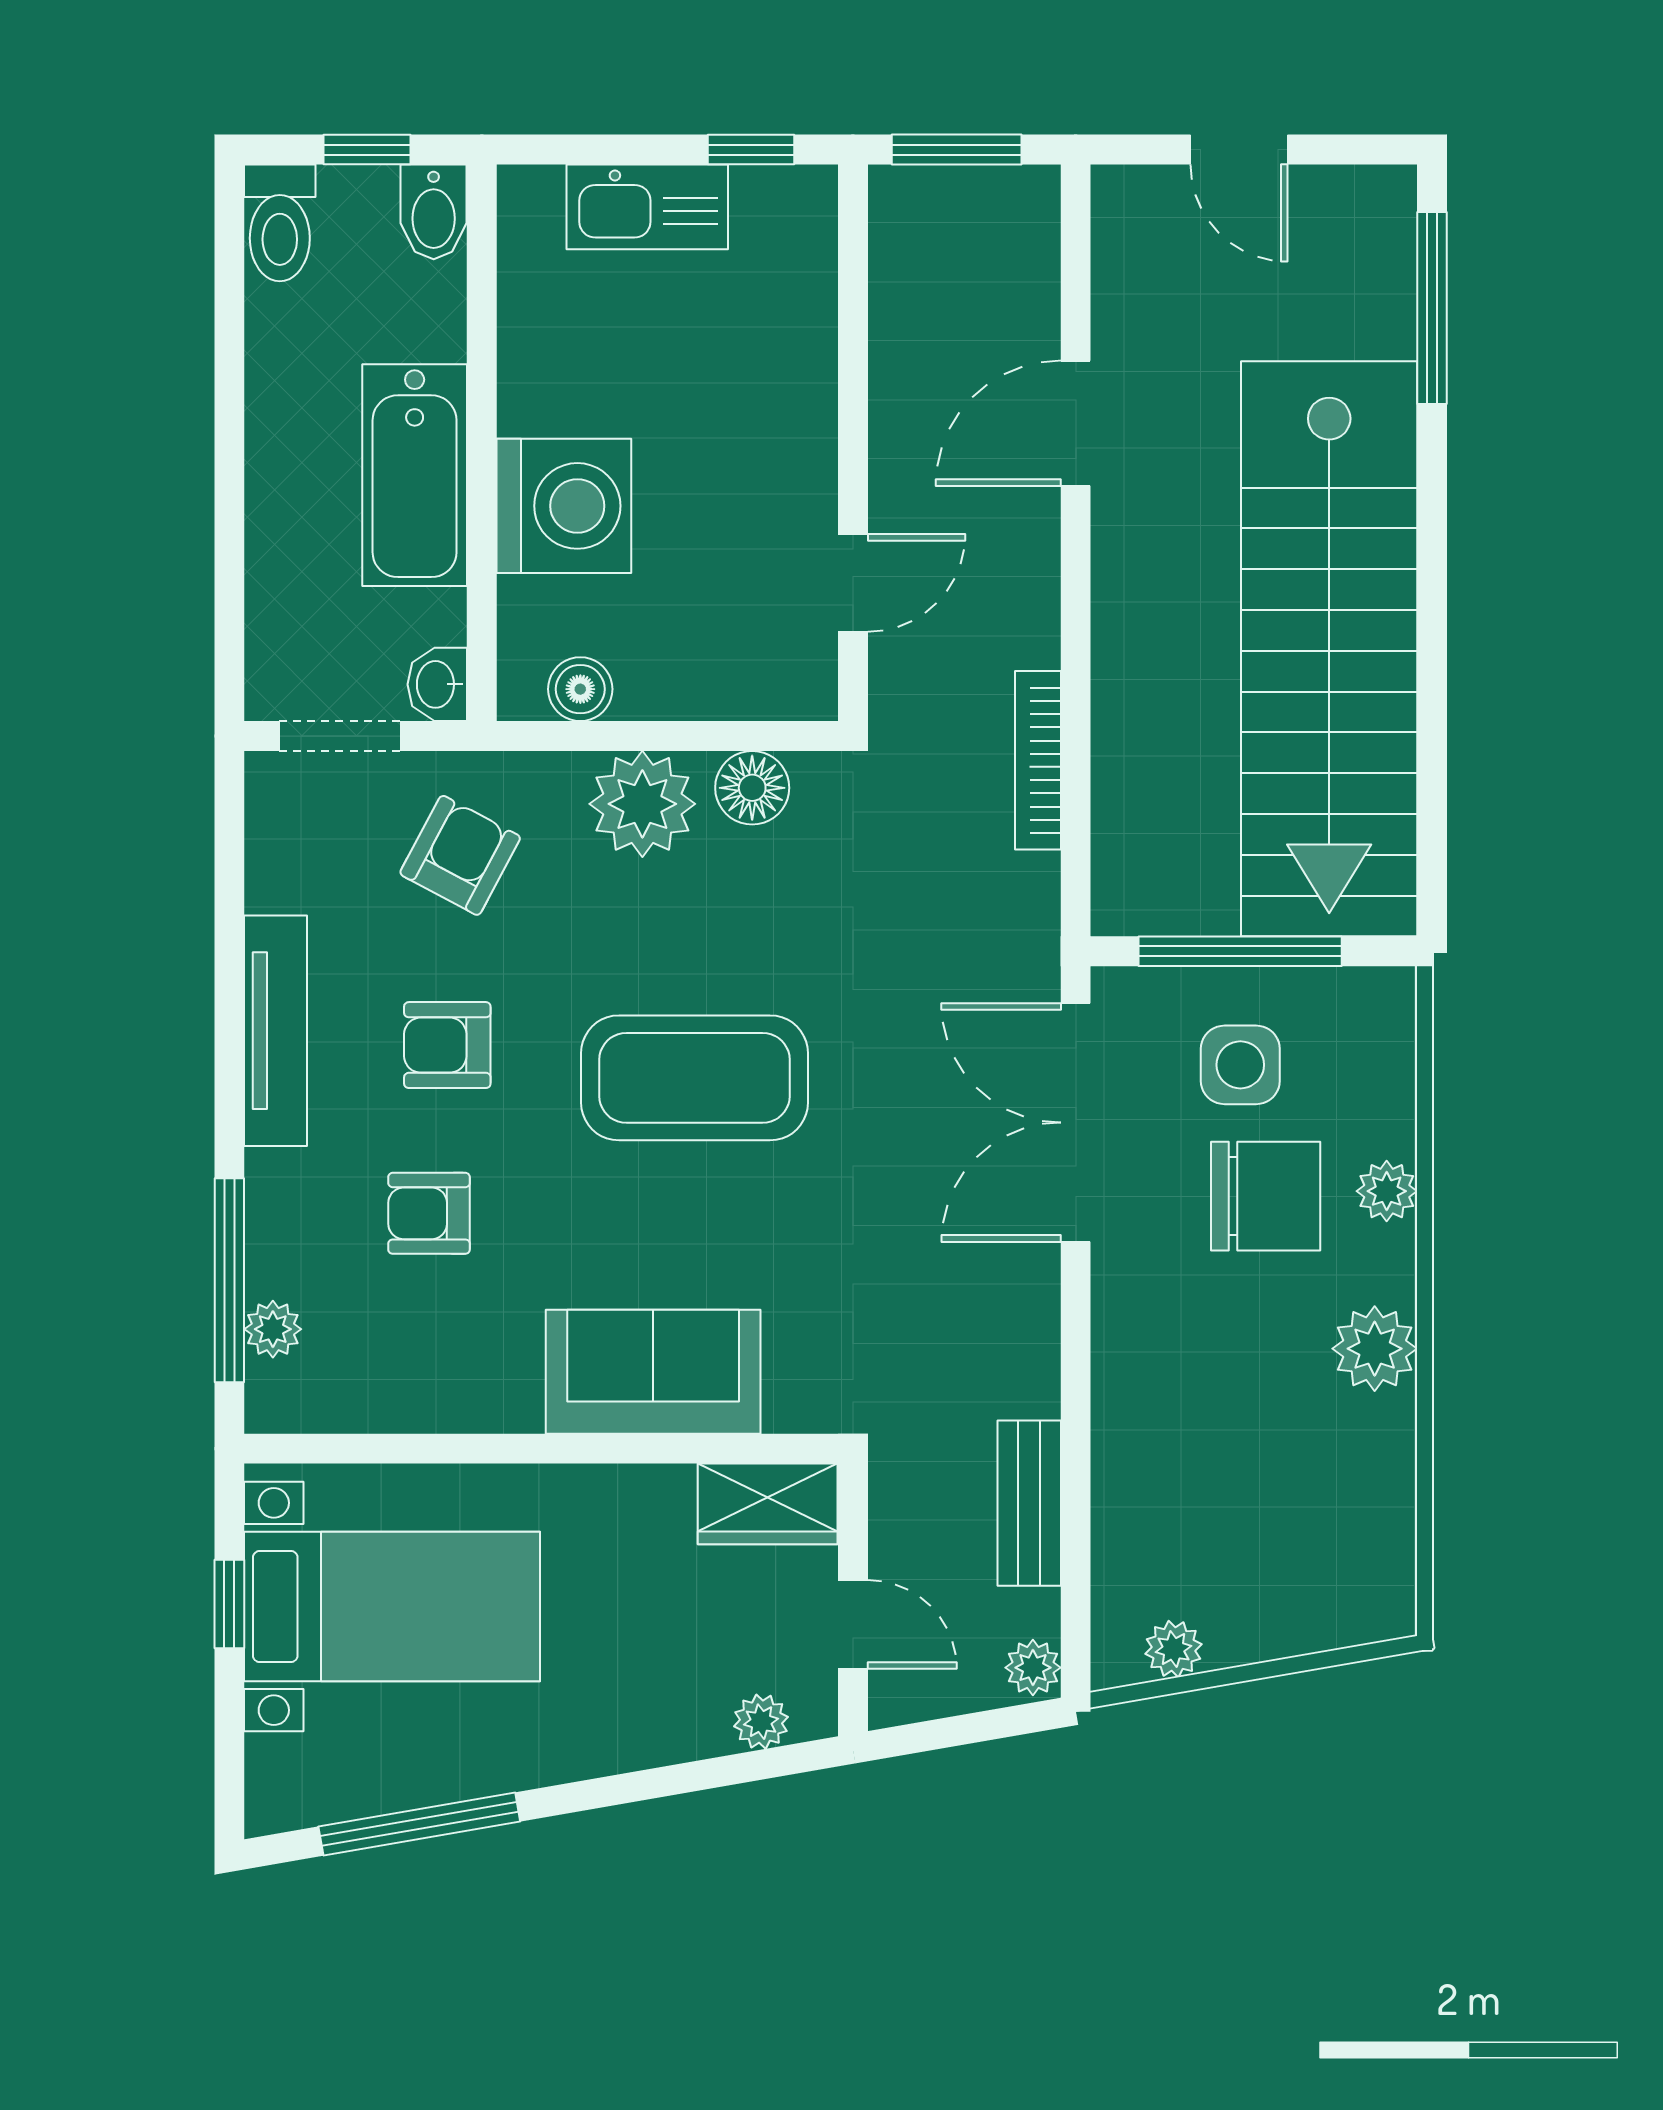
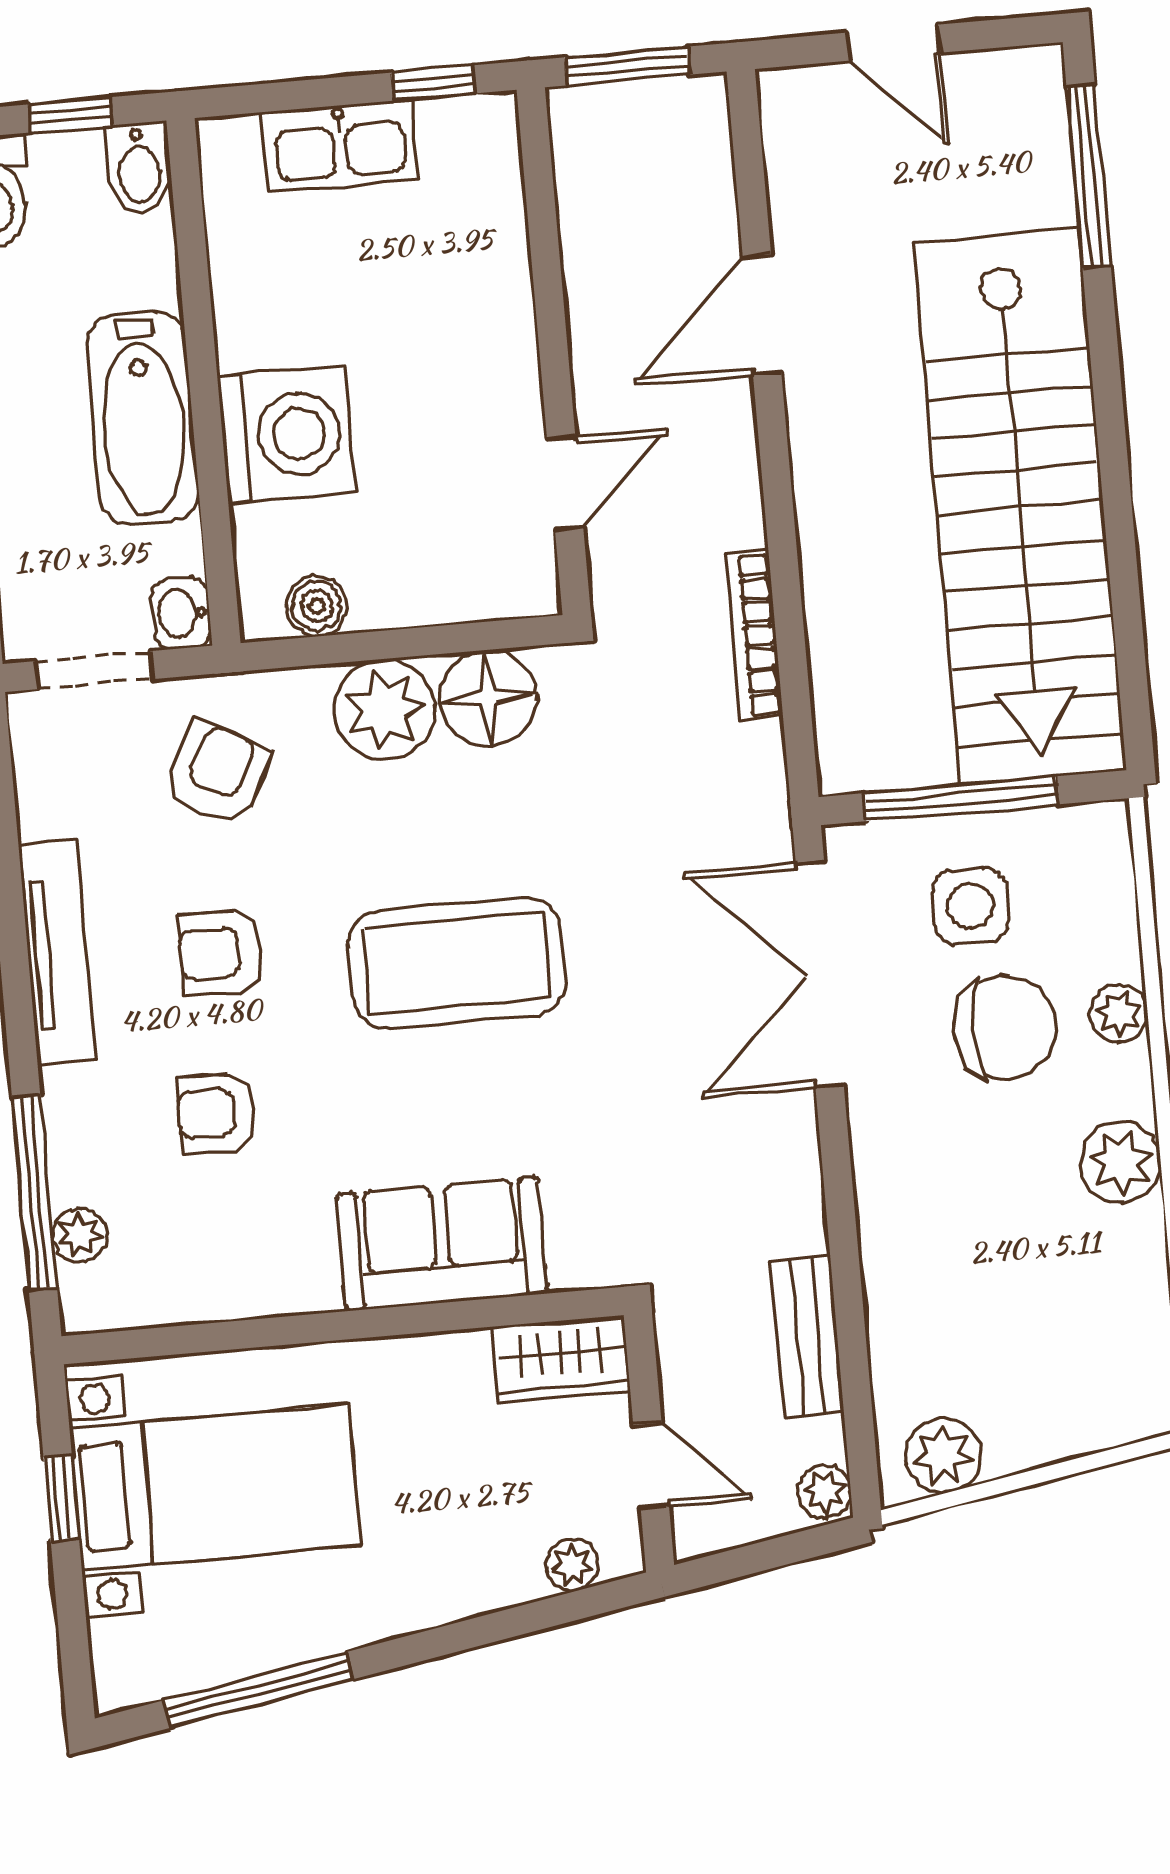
floor lamp: (752, 788) -> (488, 698), width x1.38, depth x1.38
plant: (1173, 1649) -> (943, 1455), width x1.38, depth x1.38

